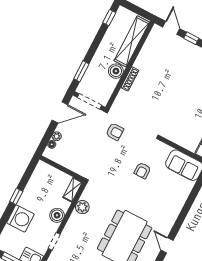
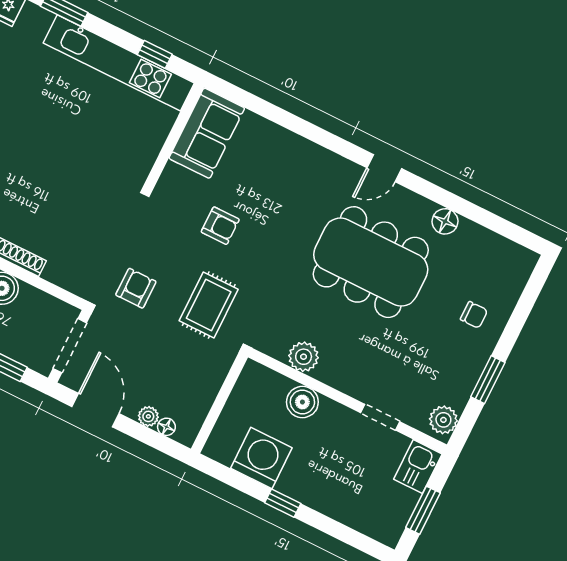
rug: (107, 165) -> (209, 305), added
shelving: (73, 190) -> (266, 379), removed
boiler: (57, 215) -> (302, 402), moved
washing machine: (20, 218) -> (261, 458), moved

